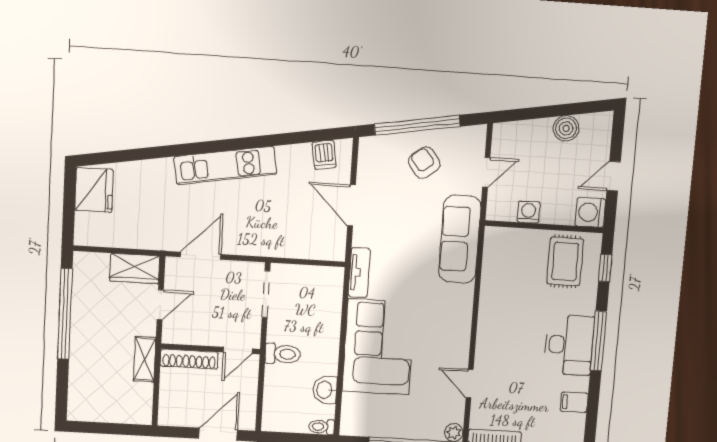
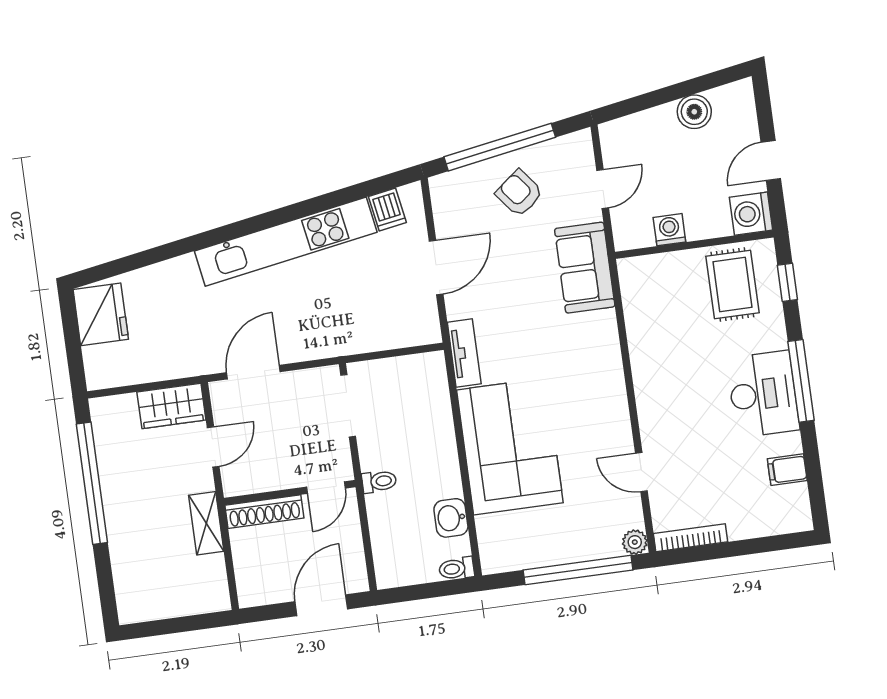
kitchen unit: (225, 165) -> (286, 242), width x1.36
door: (352, 205) -> (436, 268), swing flipped
sofa: (460, 239) -> (585, 268), width x0.73
toilet: (283, 354) -> (379, 481), width x0.73, depth x0.72

